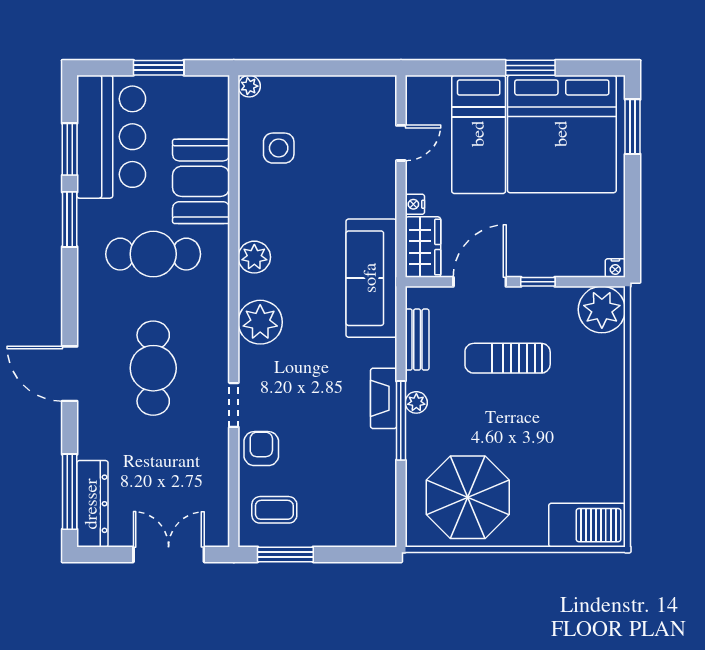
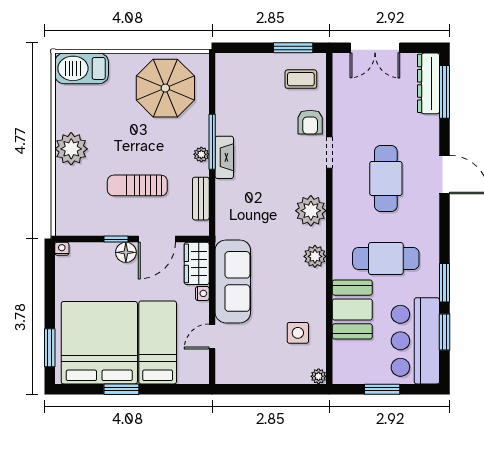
floor lamp: (524, 263) -> (126, 252), added
sofa: (371, 278) -> (233, 281), moved
plant: (602, 310) -> (71, 149), moved
sun lounger: (508, 358) -> (137, 185), turned 180

